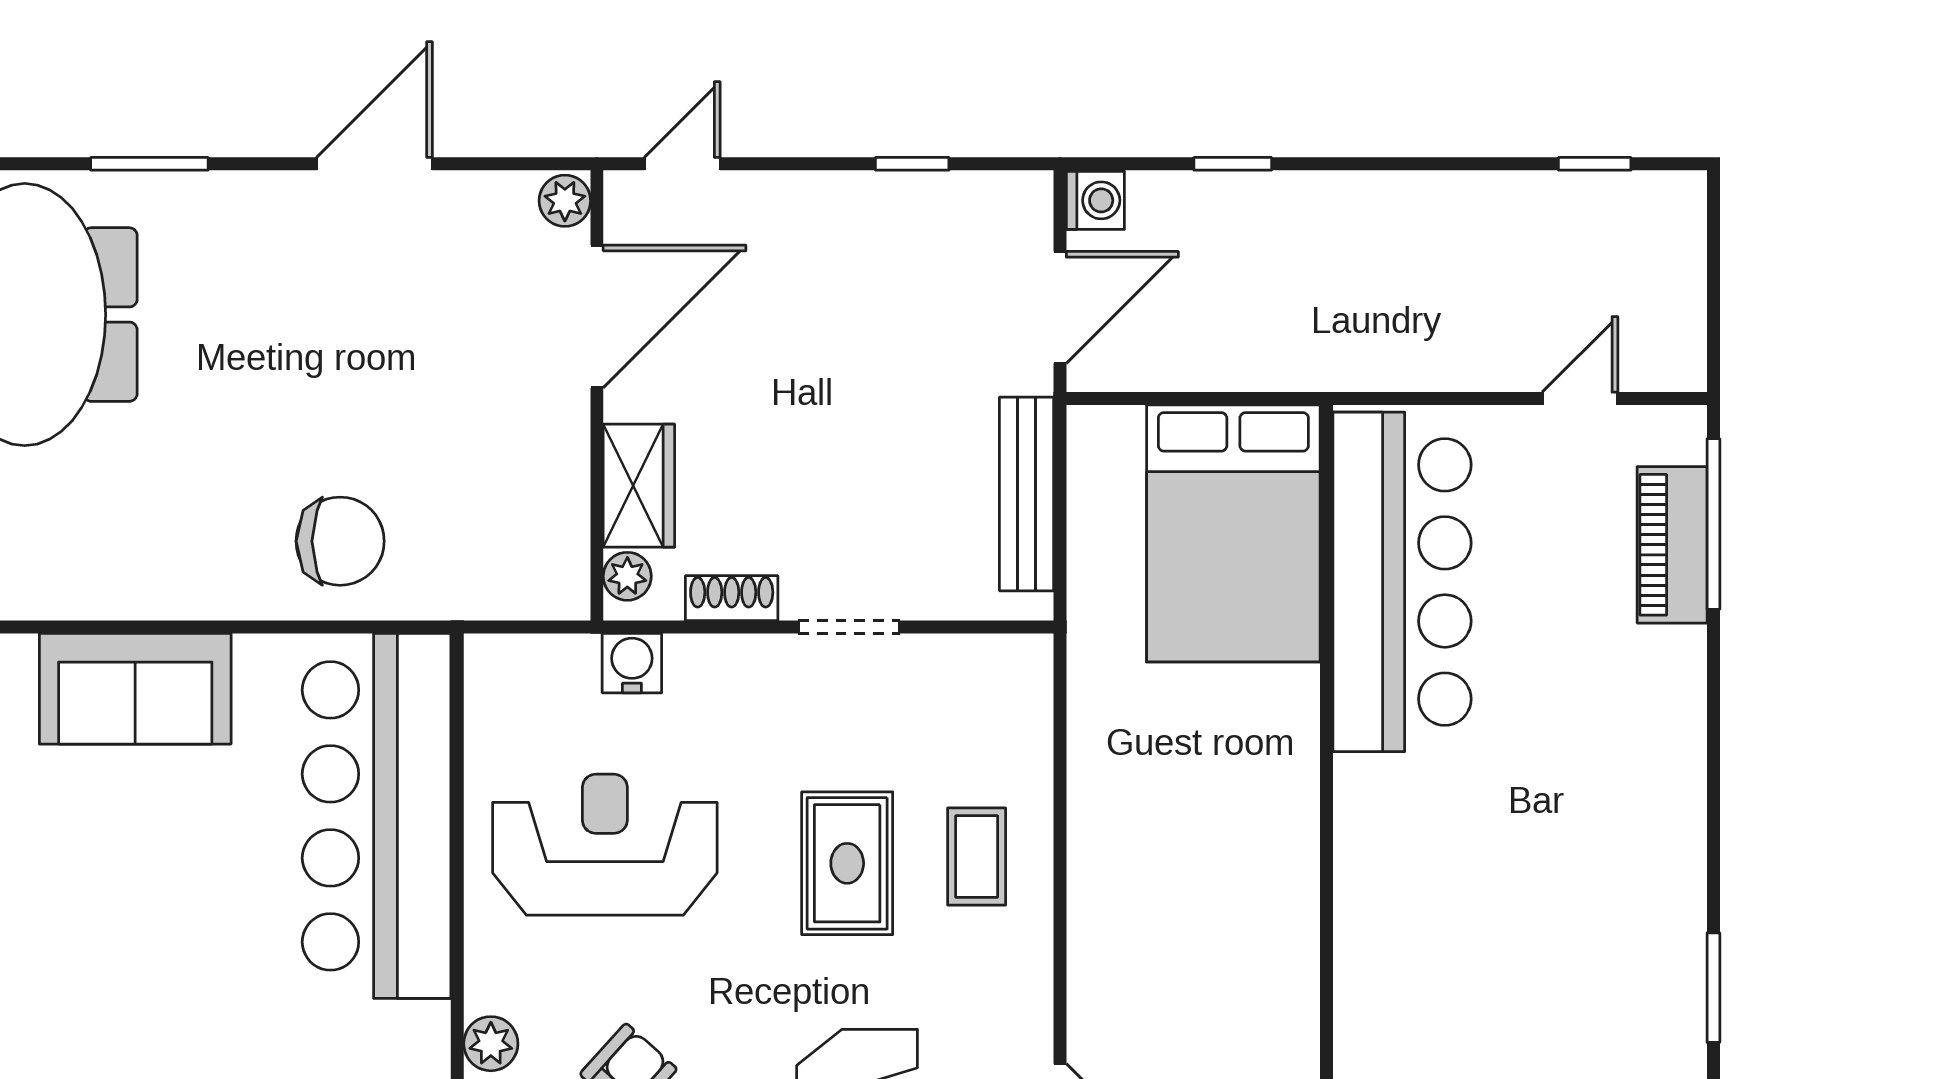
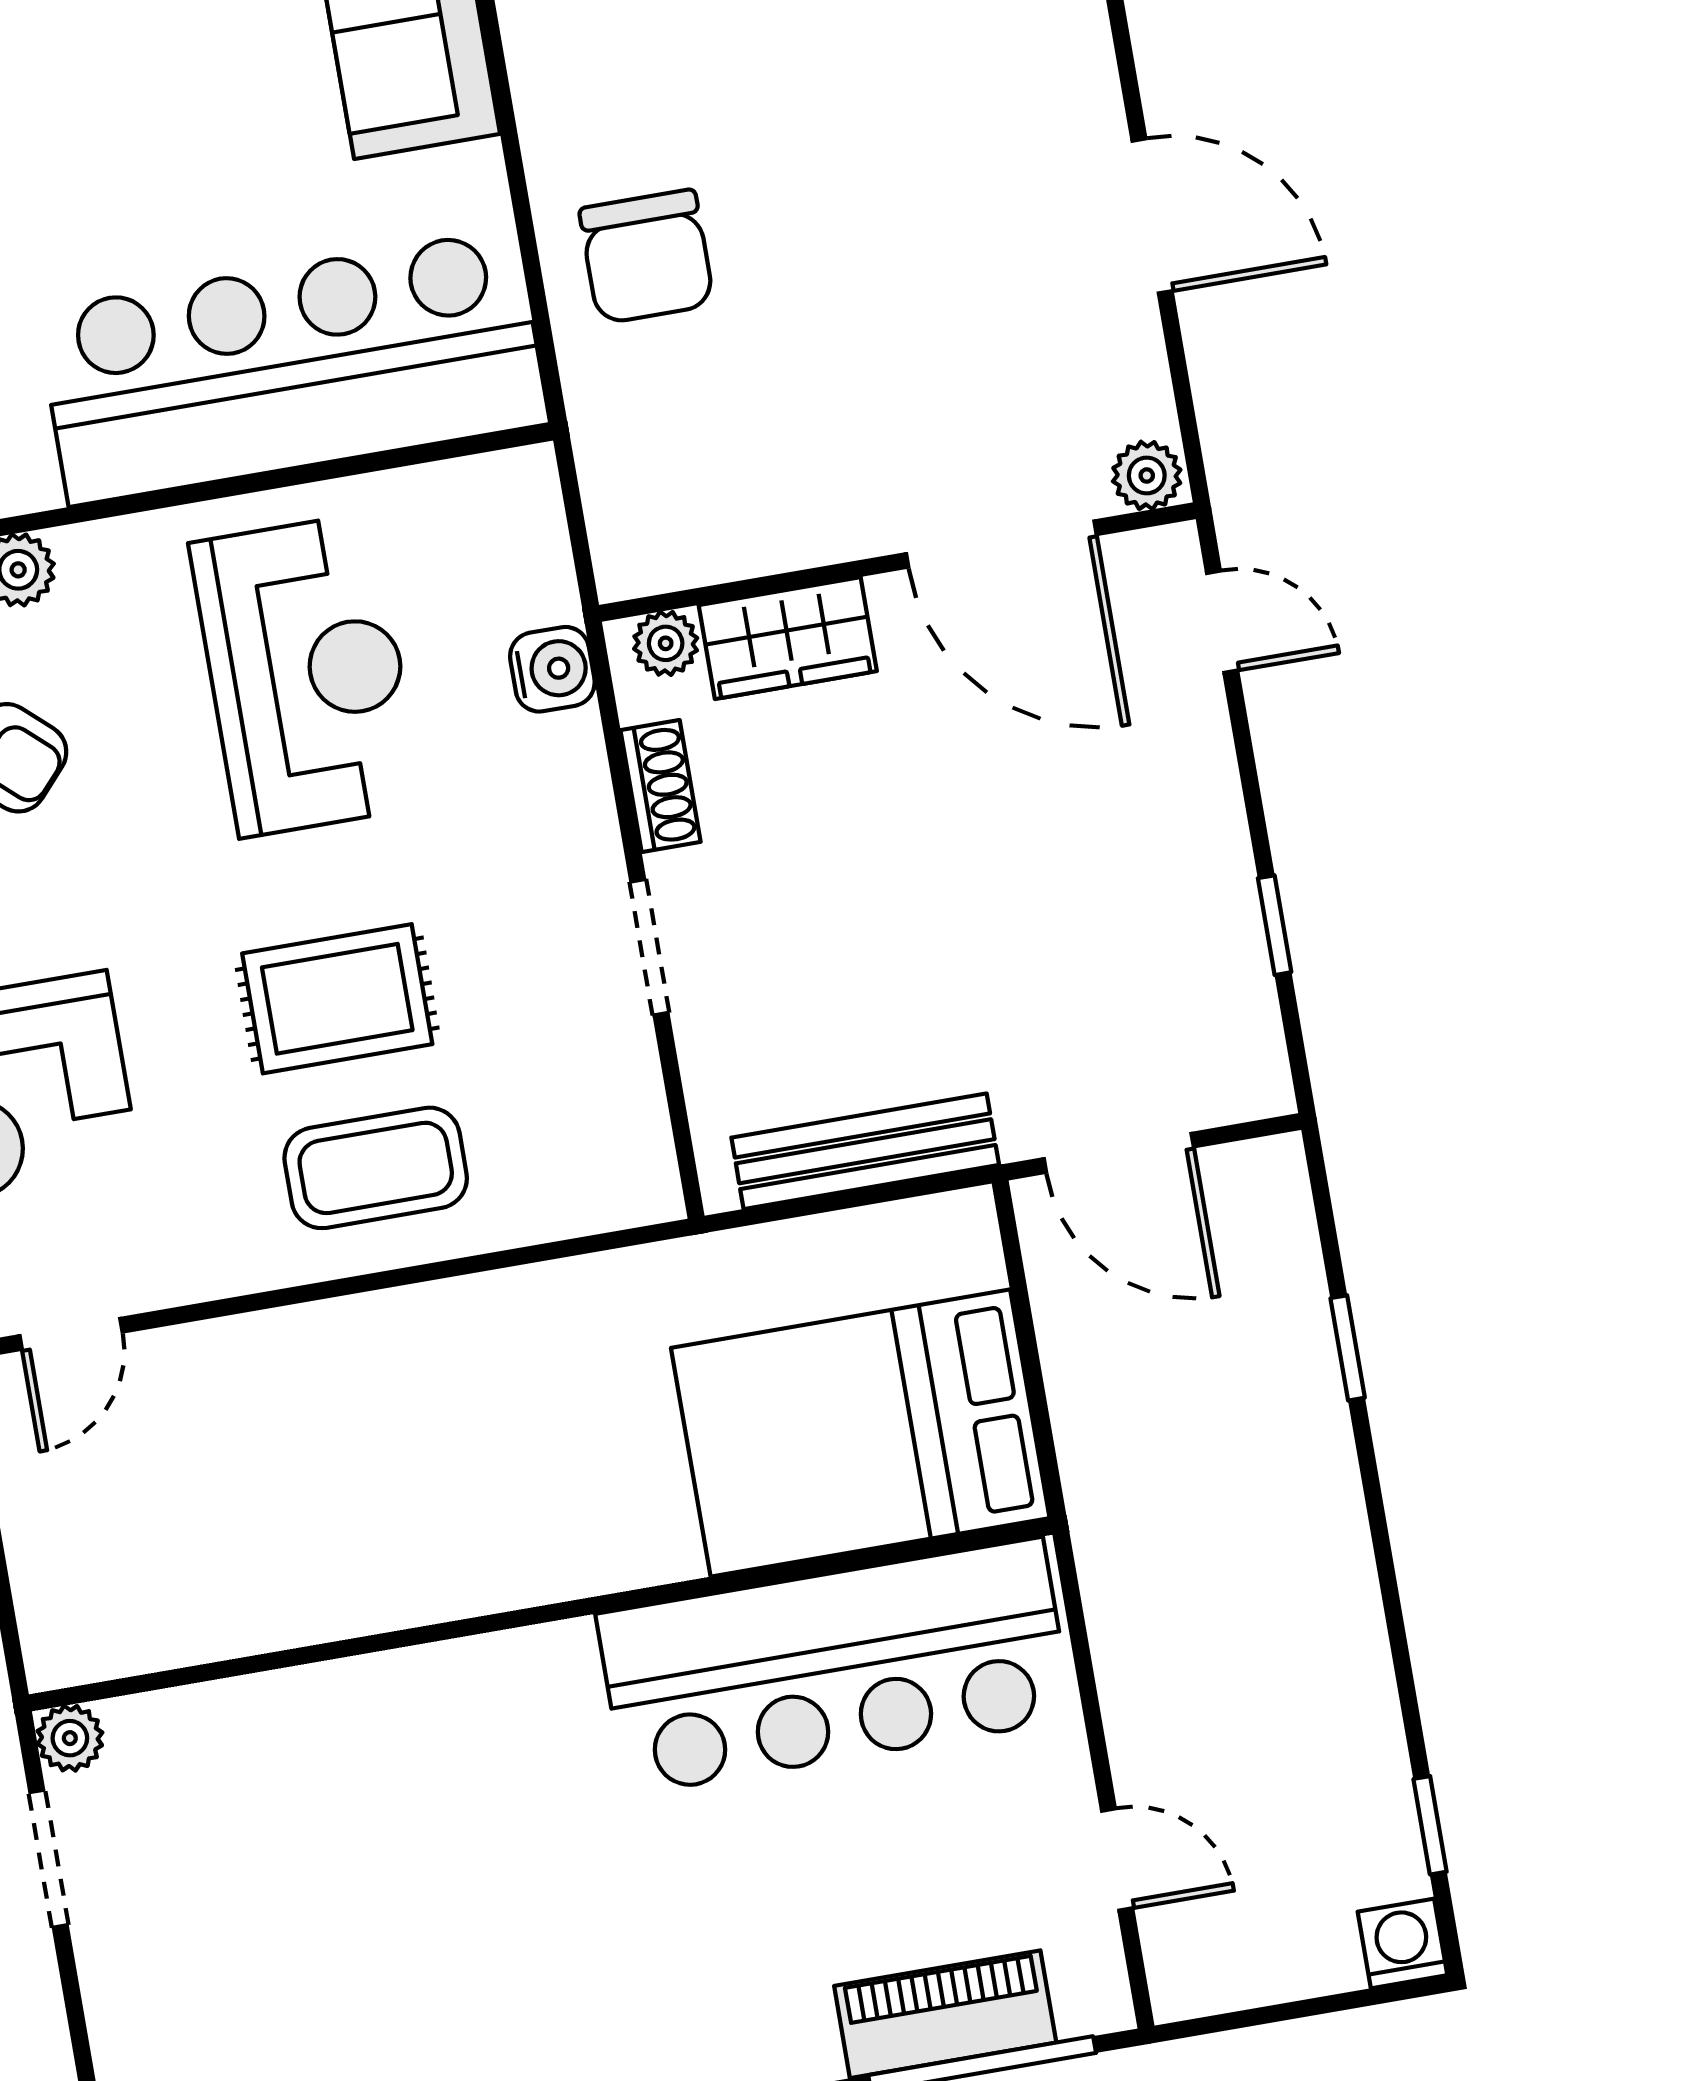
washing machine: (1095, 200) -> (1402, 1943), moved, turned 180
coffee table: (977, 856) -> (376, 1168), width x1.36, depth x1.30

